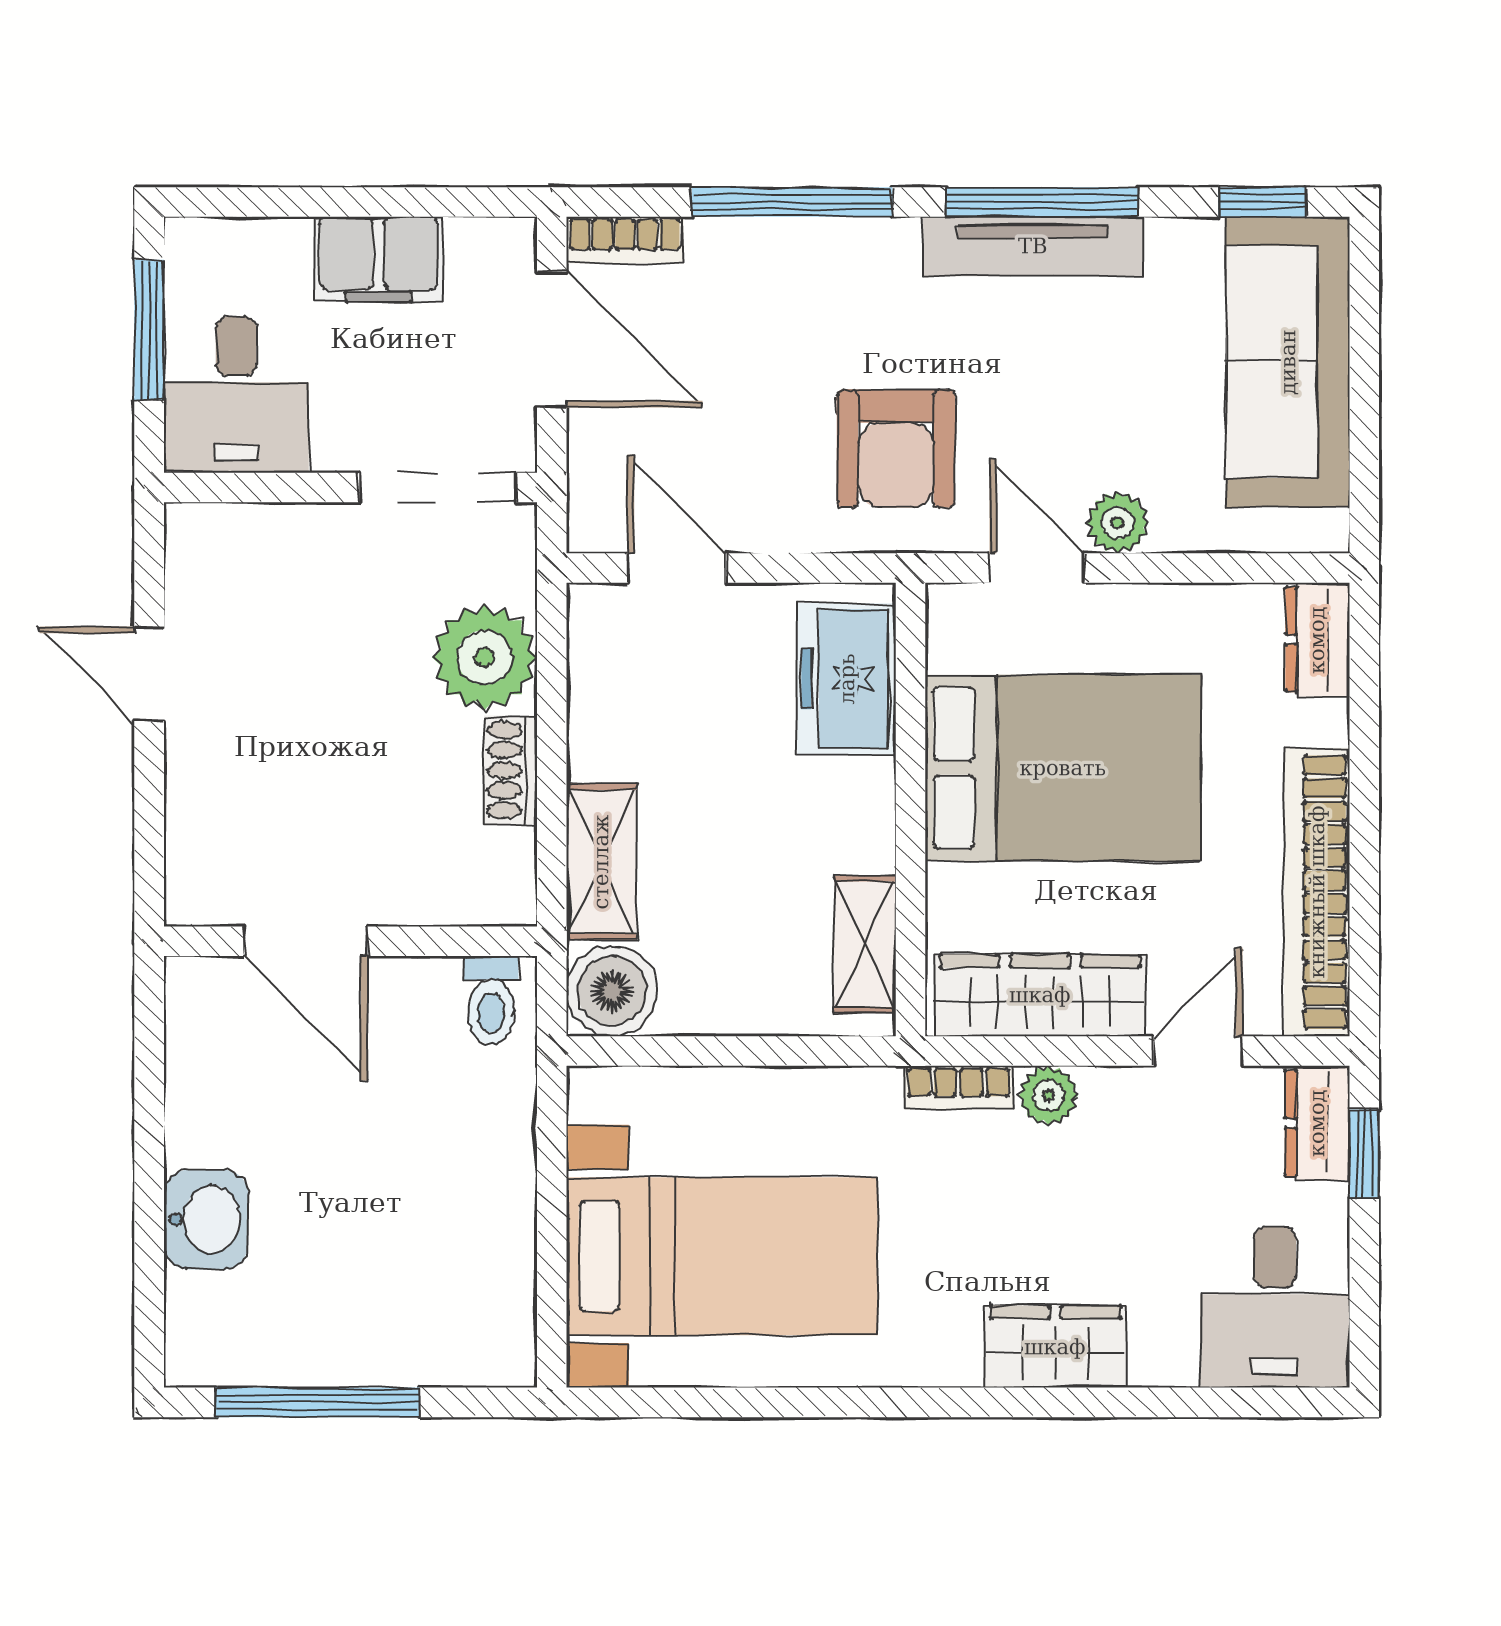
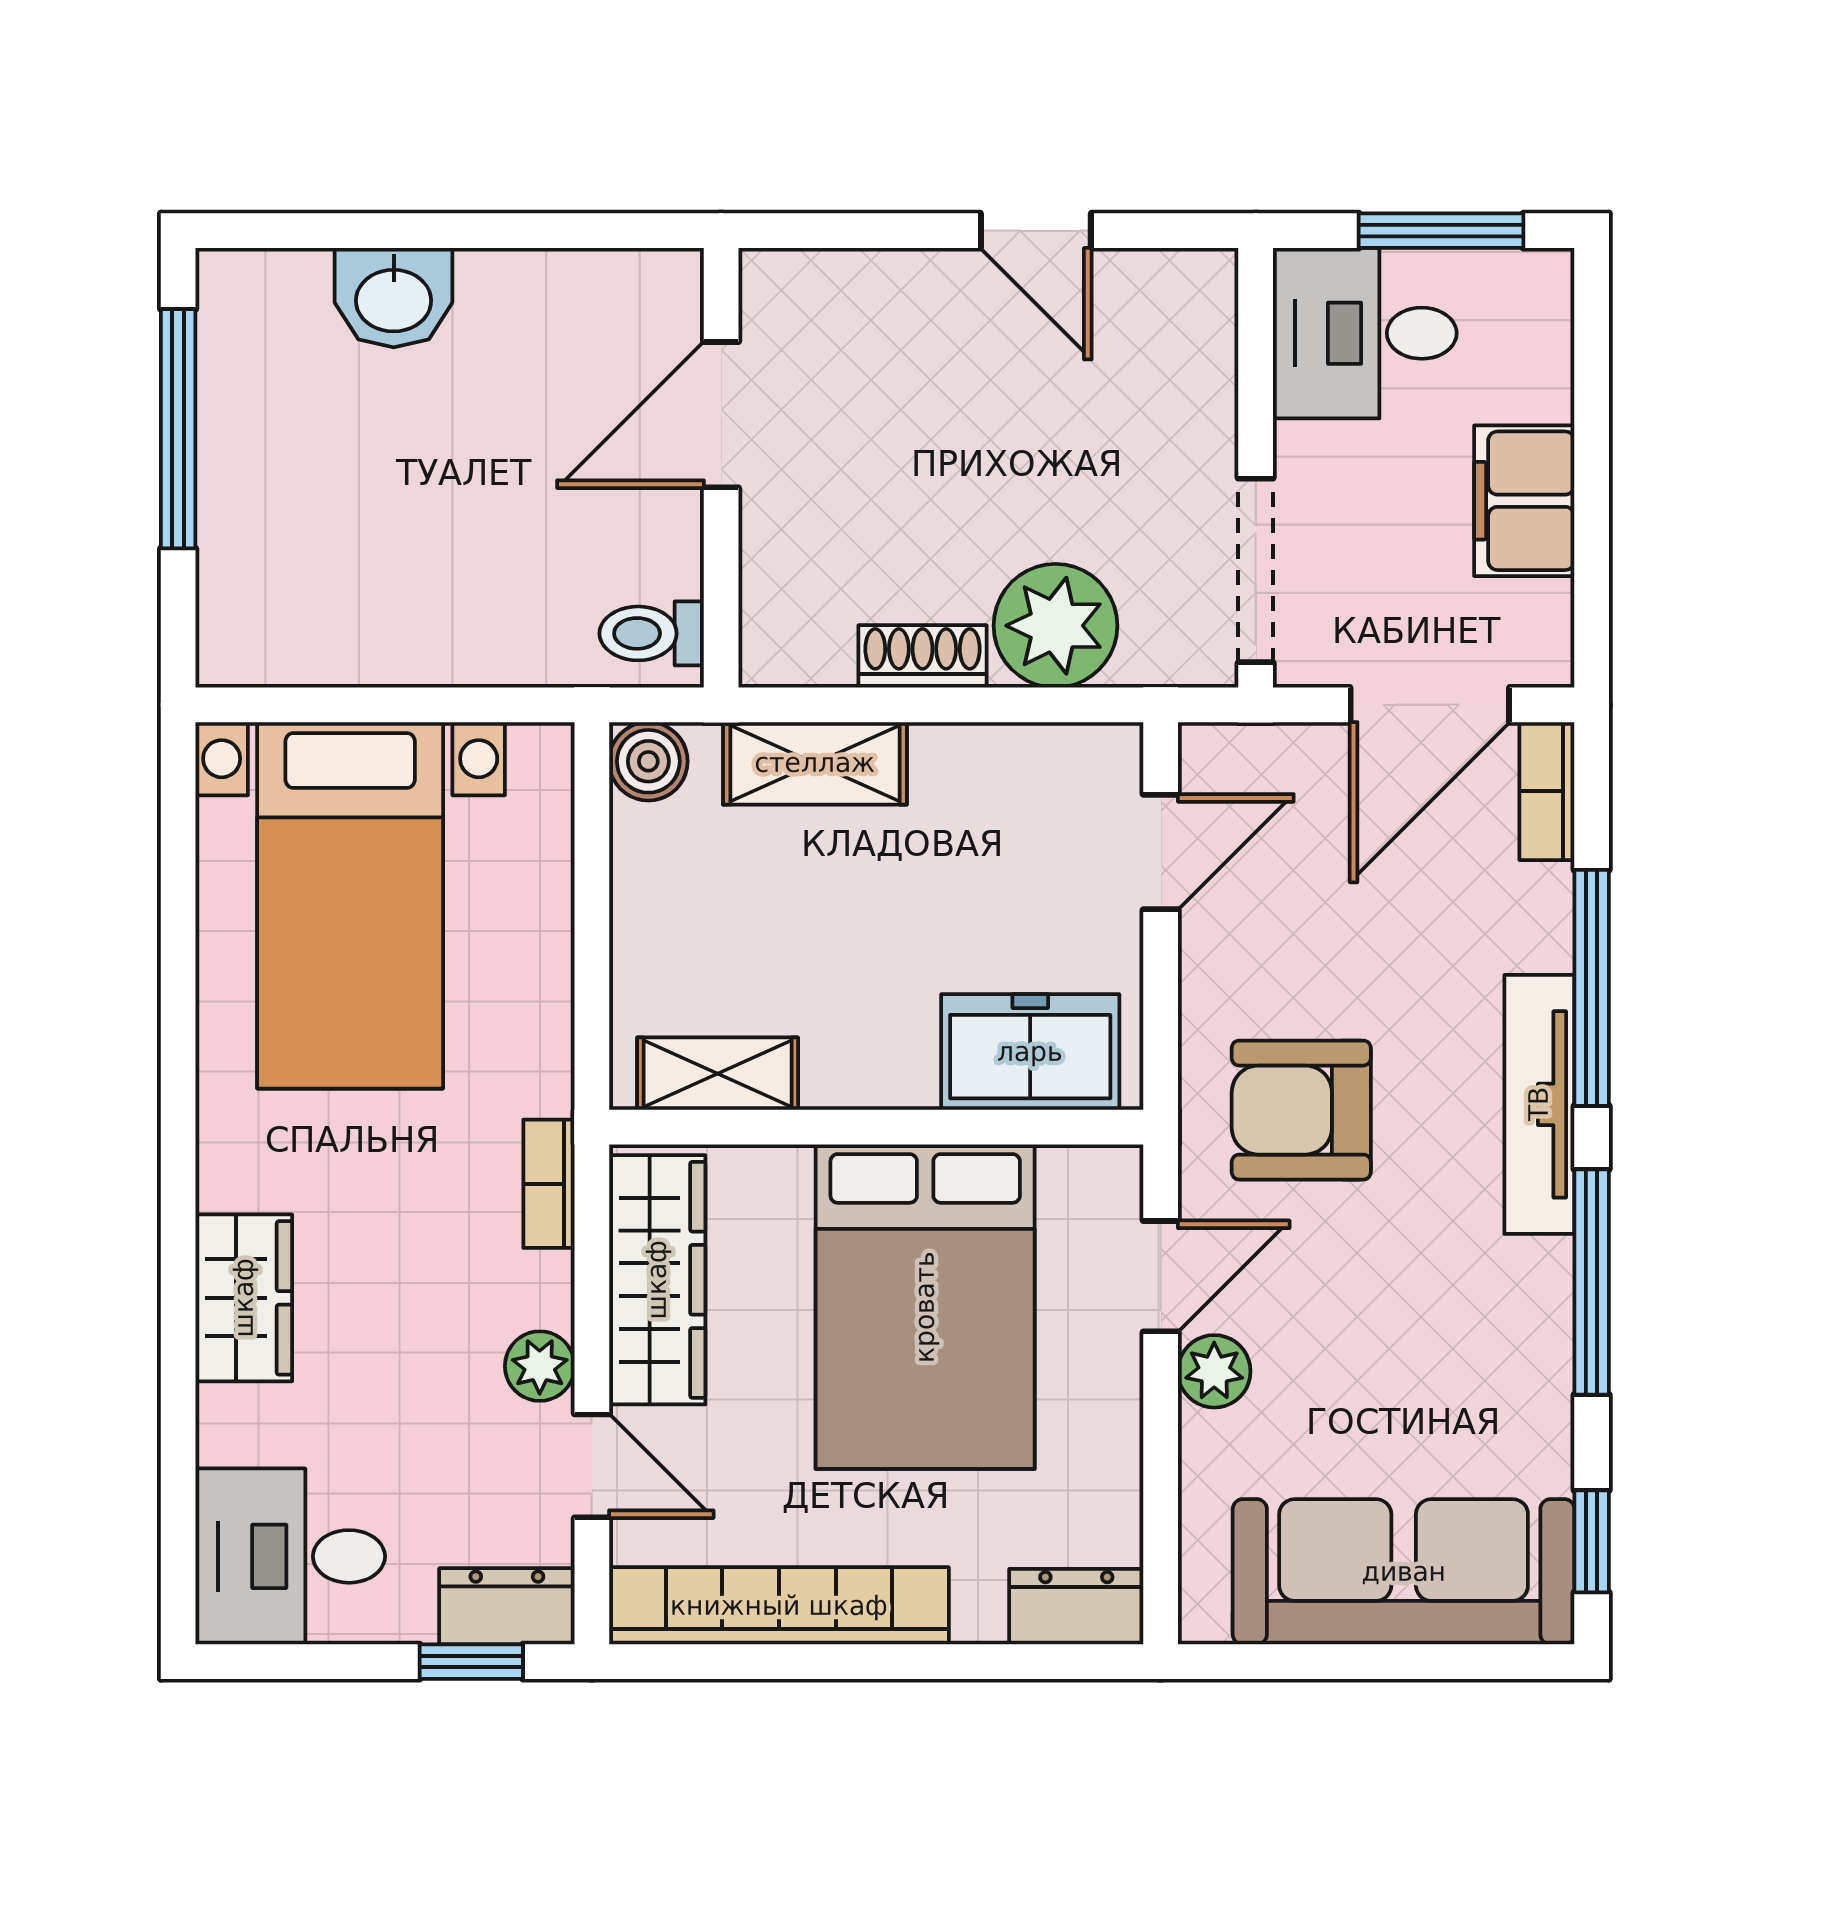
tv unit: (1033, 246) -> (1539, 1104), moved
door: (149, 674) -> (1036, 231), swing flipped
boiler: (612, 991) -> (648, 761), width x0.73, depth x0.73
plant: (1048, 1095) -> (540, 1366), moved

